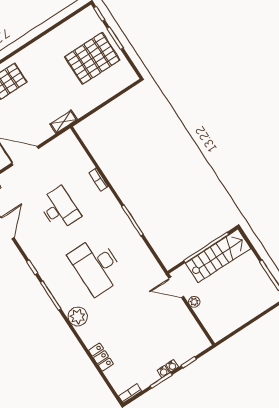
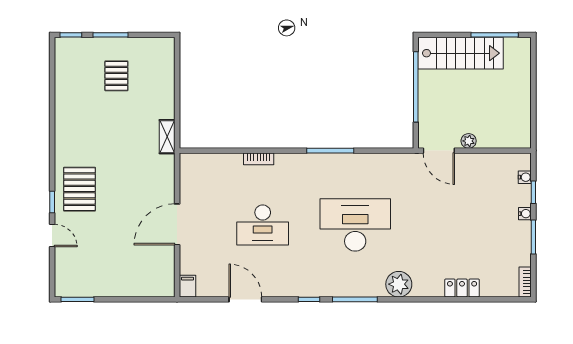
pallet: (92, 58) -> (116, 76), width x0.49, depth x0.50
shelving: (64, 122) -> (167, 137), moved
desk: (59, 209) -> (263, 225), turned 180
stairs: (218, 256) -> (461, 53), moved, turned 90
desk: (97, 266) -> (355, 225), turned 180
door: (176, 287) -> (439, 151), hinge flipped
water cooler: (163, 371) -> (525, 177), moved

